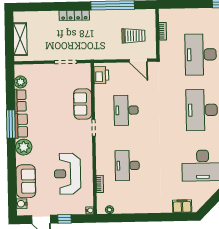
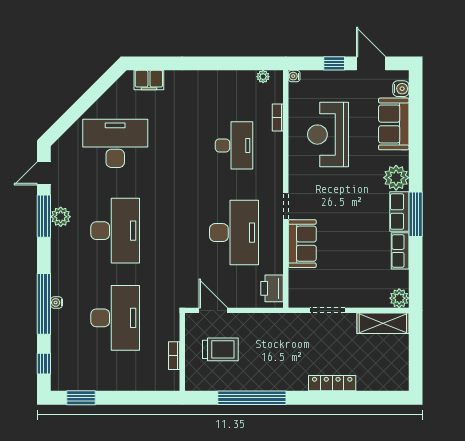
locker: (74, 15) -> (332, 383), moved
trolley: (133, 36) -> (220, 349), turned 180
shelving: (20, 39) -> (383, 323), moved, turned 90
plant: (20, 82) -> (399, 298), moved
desk: (126, 110) -> (234, 233), width x1.36, depth x1.30
reception desk: (68, 174) -> (328, 135), turned 180

